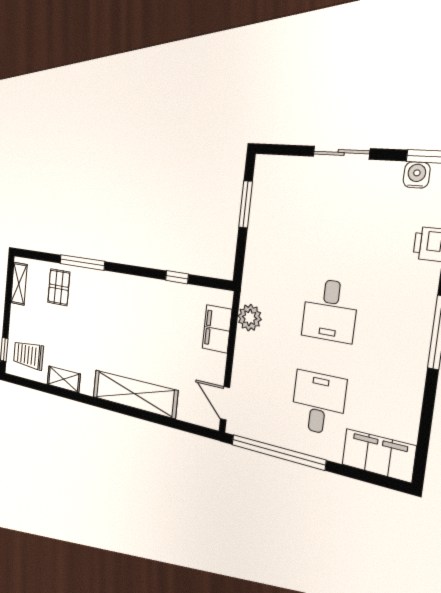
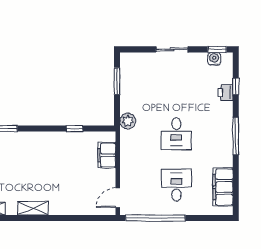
plant: (250, 318) -> (128, 121), moved
shelving: (134, 394) -> (33, 208), width x0.45, depth x0.75
door: (225, 403) -> (118, 198), hinge flipped
filing cabinet: (379, 455) -> (223, 187), moved, turned -90

